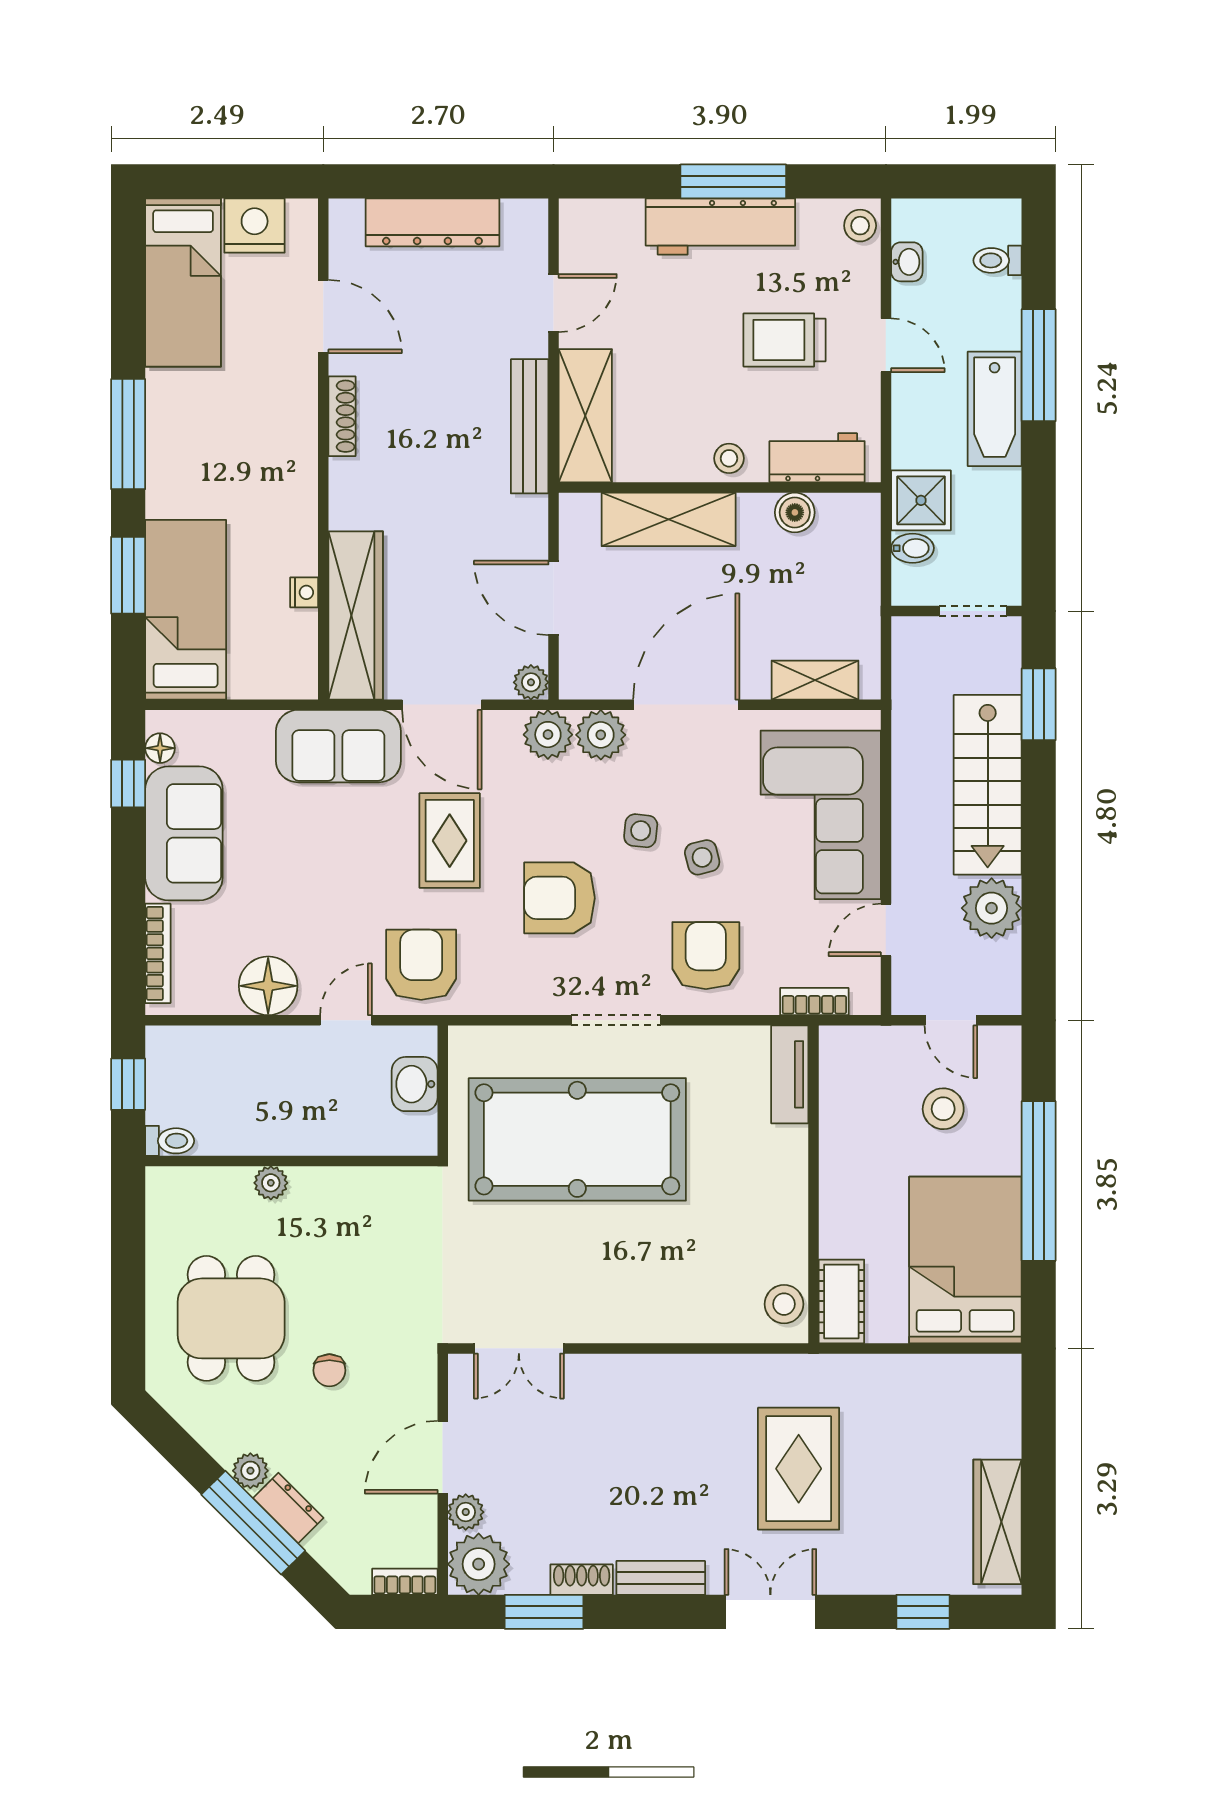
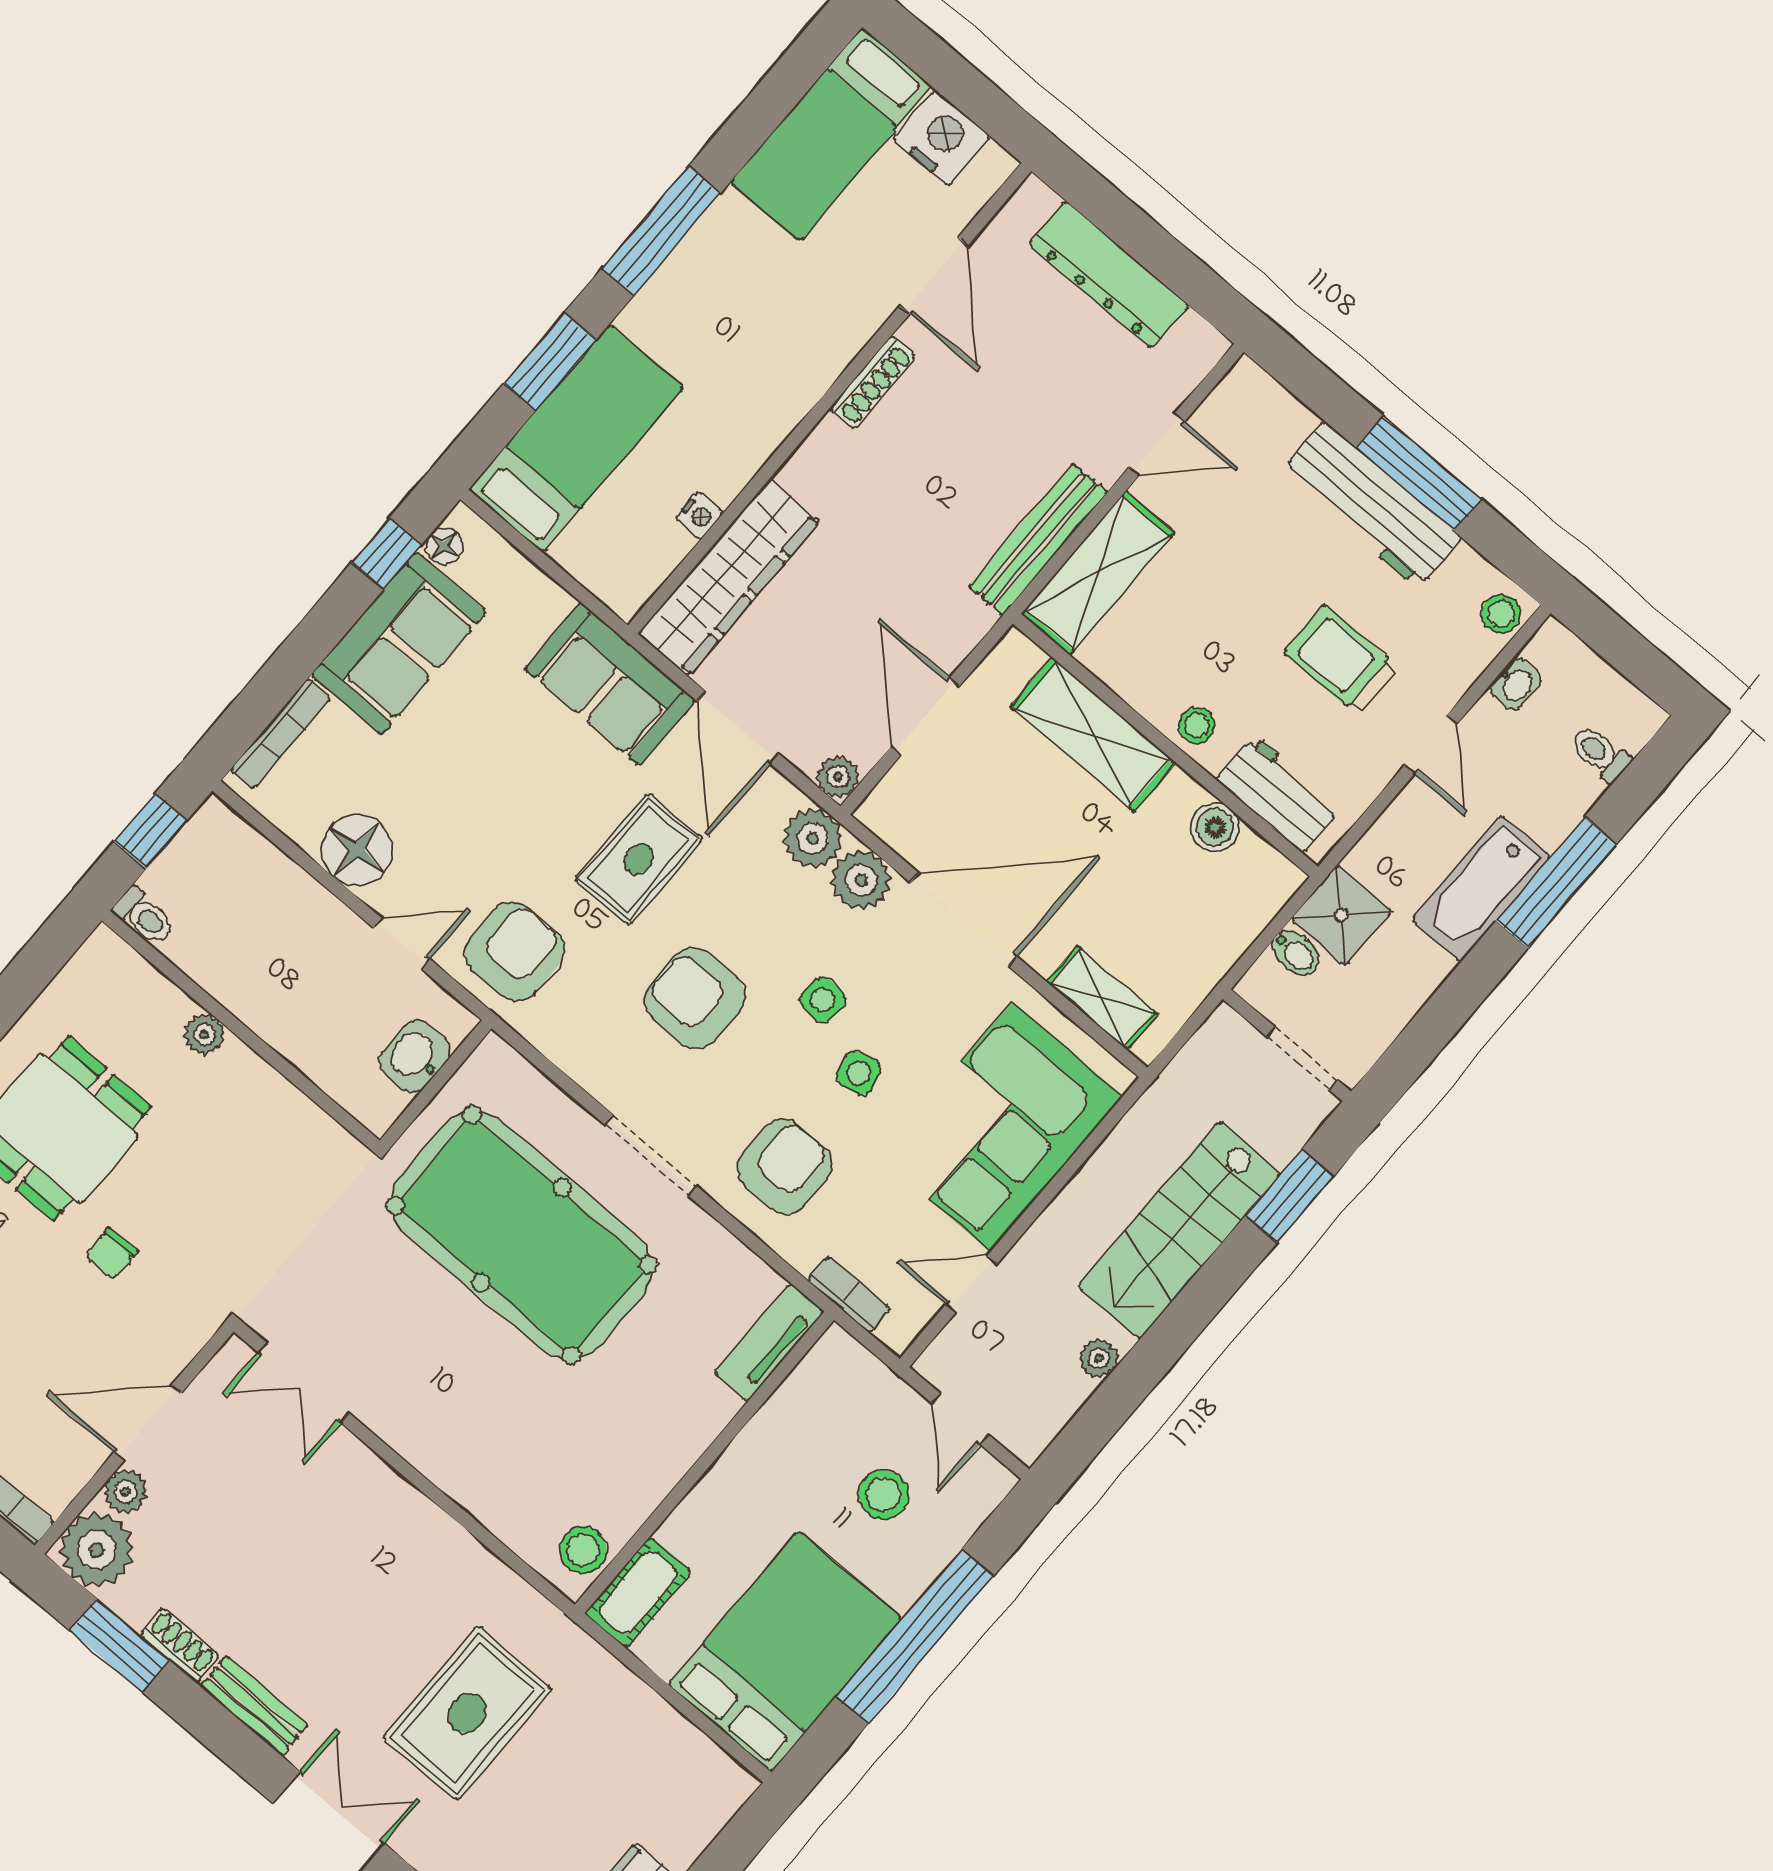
plant: (992, 908) -> (1099, 1358), width x0.53, depth x0.53

